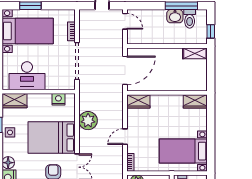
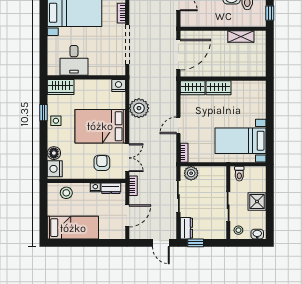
shelving: (195, 53) -> (241, 37), moved
desk: (27, 76) -> (74, 60), width x0.73
nightstand: (58, 99) -> (119, 85), moved
wardrobe: (195, 101) -> (218, 88), moved

